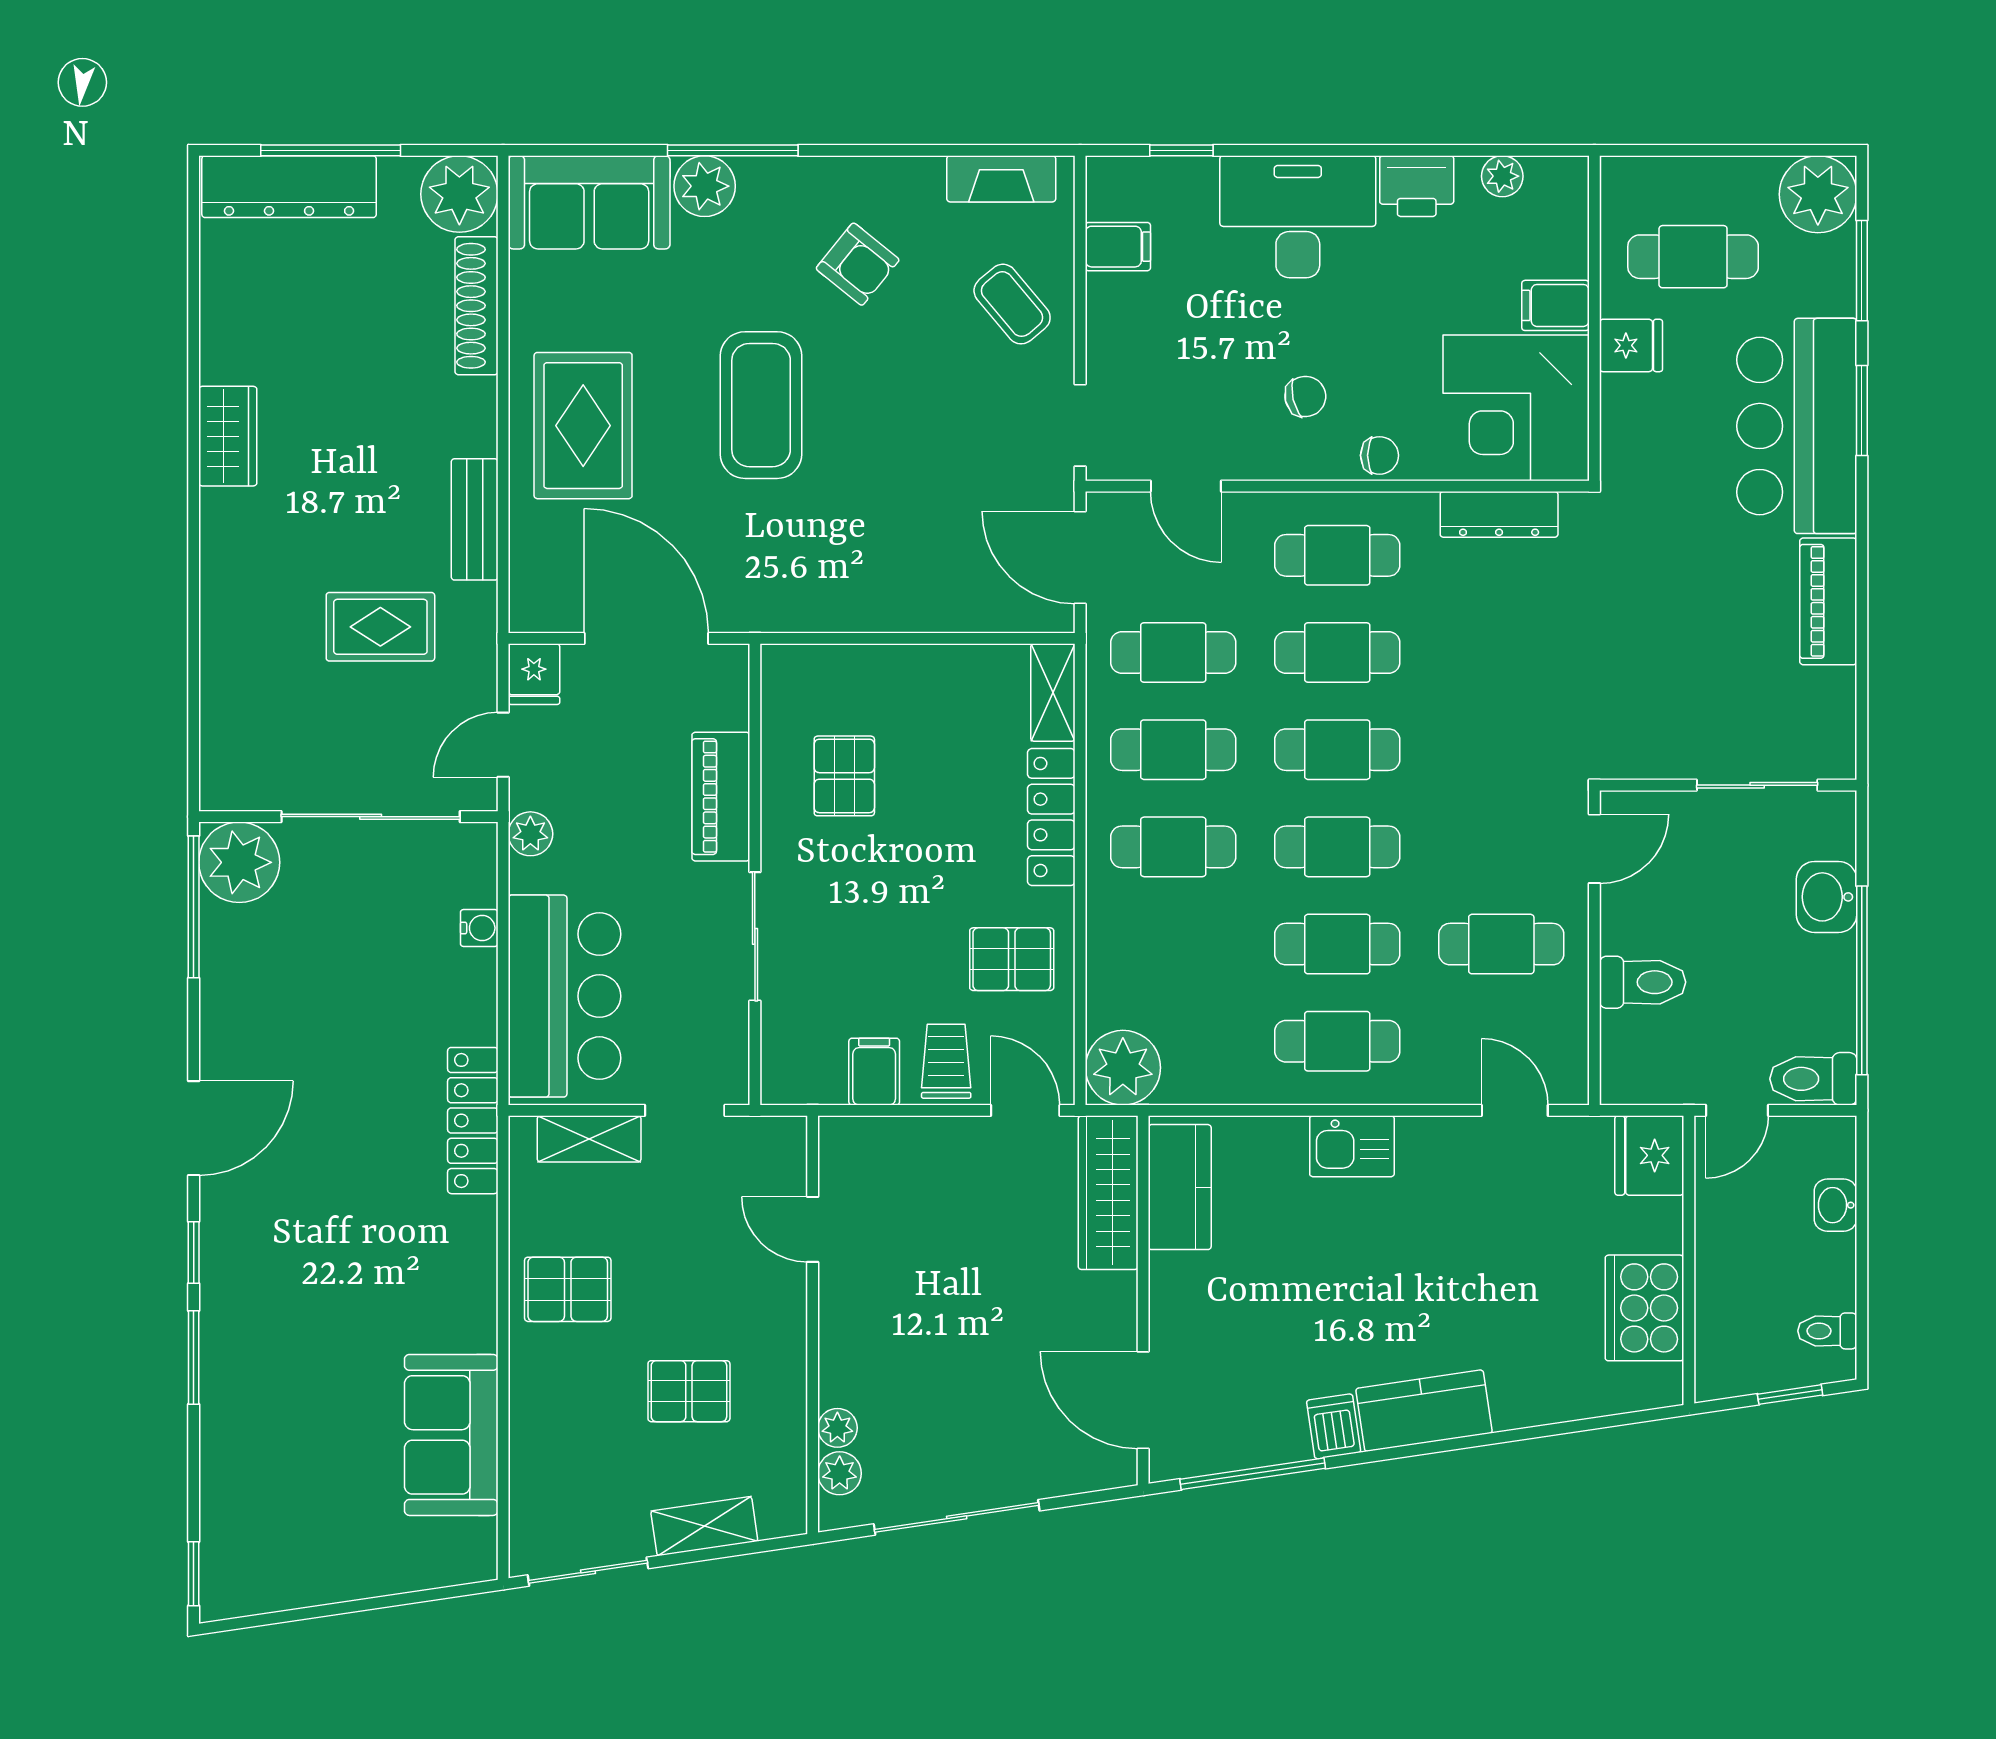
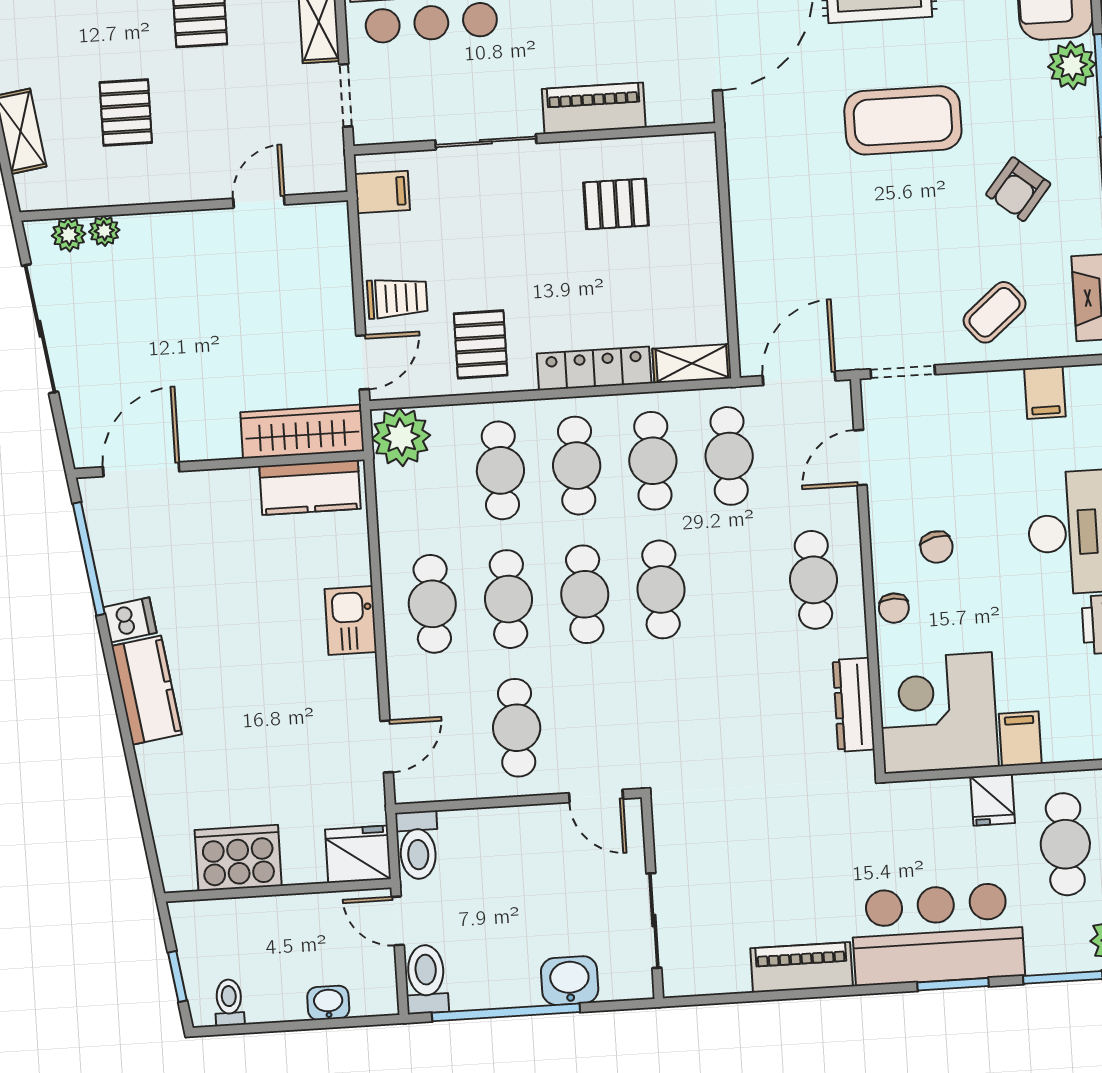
cafe table: (1337, 653) -> (500, 470), moved
toilet: (1643, 982) -> (418, 845), moved
filing cabinet: (874, 1072) -> (382, 192), moved

